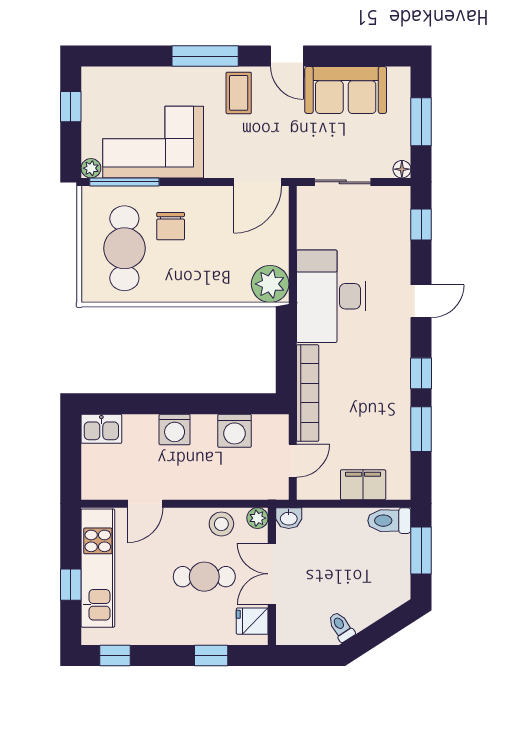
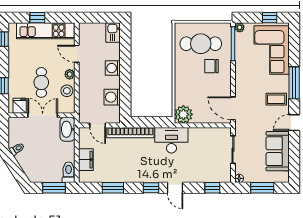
corner sofa: (153, 142) -> (272, 50), moved, turned 180
desk: (331, 296) -> (171, 140), width x0.73, depth x0.77
window: (421, 373) -> (151, 188), moved
plant: (257, 518) -> (70, 74), moved
washbasin: (289, 518) -> (67, 129), width x1.91, depth x1.45

